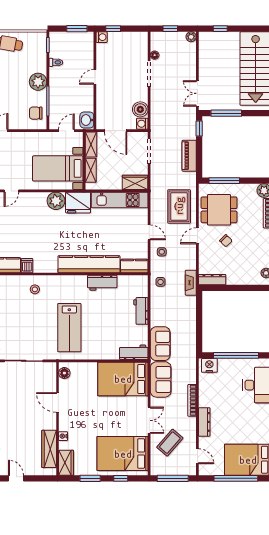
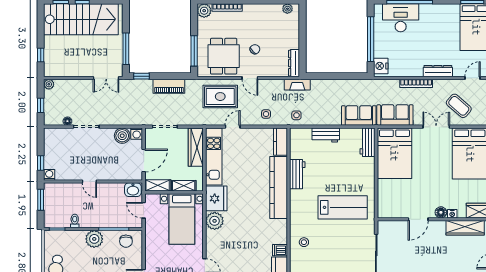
wardrobe: (135, 182) -> (196, 147), width x1.50
door: (149, 232) -> (233, 127), moved
floor lamp: (64, 373) -> (441, 212), moved

